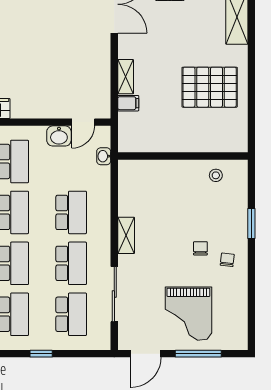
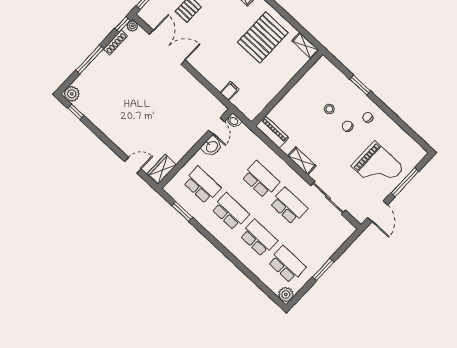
shelving: (126, 77) -> (305, 46), moved
washbasin: (104, 156) -> (234, 121), moved
stool: (216, 175) -> (329, 109), moved
piano: (127, 181) -> (272, 132), added
school desk: (71, 314) -> (317, 232), removed
window: (41, 354) -> (323, 269), width x1.50

